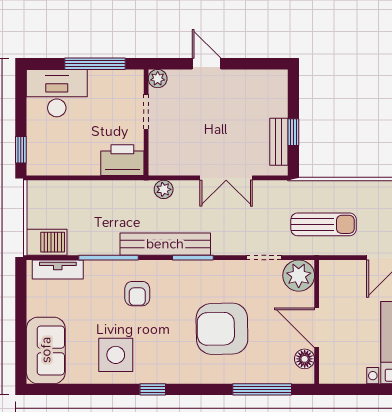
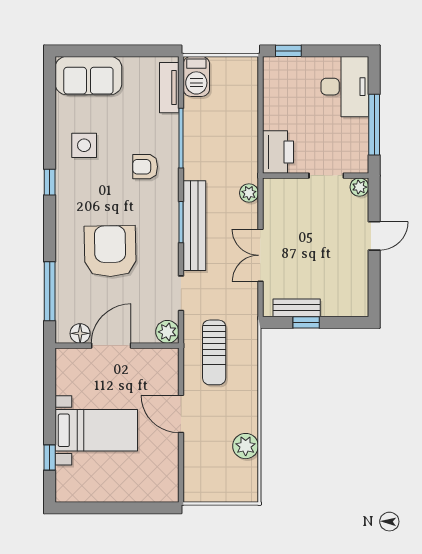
bench: (165, 244) -> (194, 226), moved
plant: (299, 276) -> (167, 332), width x0.73, depth x0.73
side table: (116, 355) -> (84, 145), width x0.73, depth x0.73

